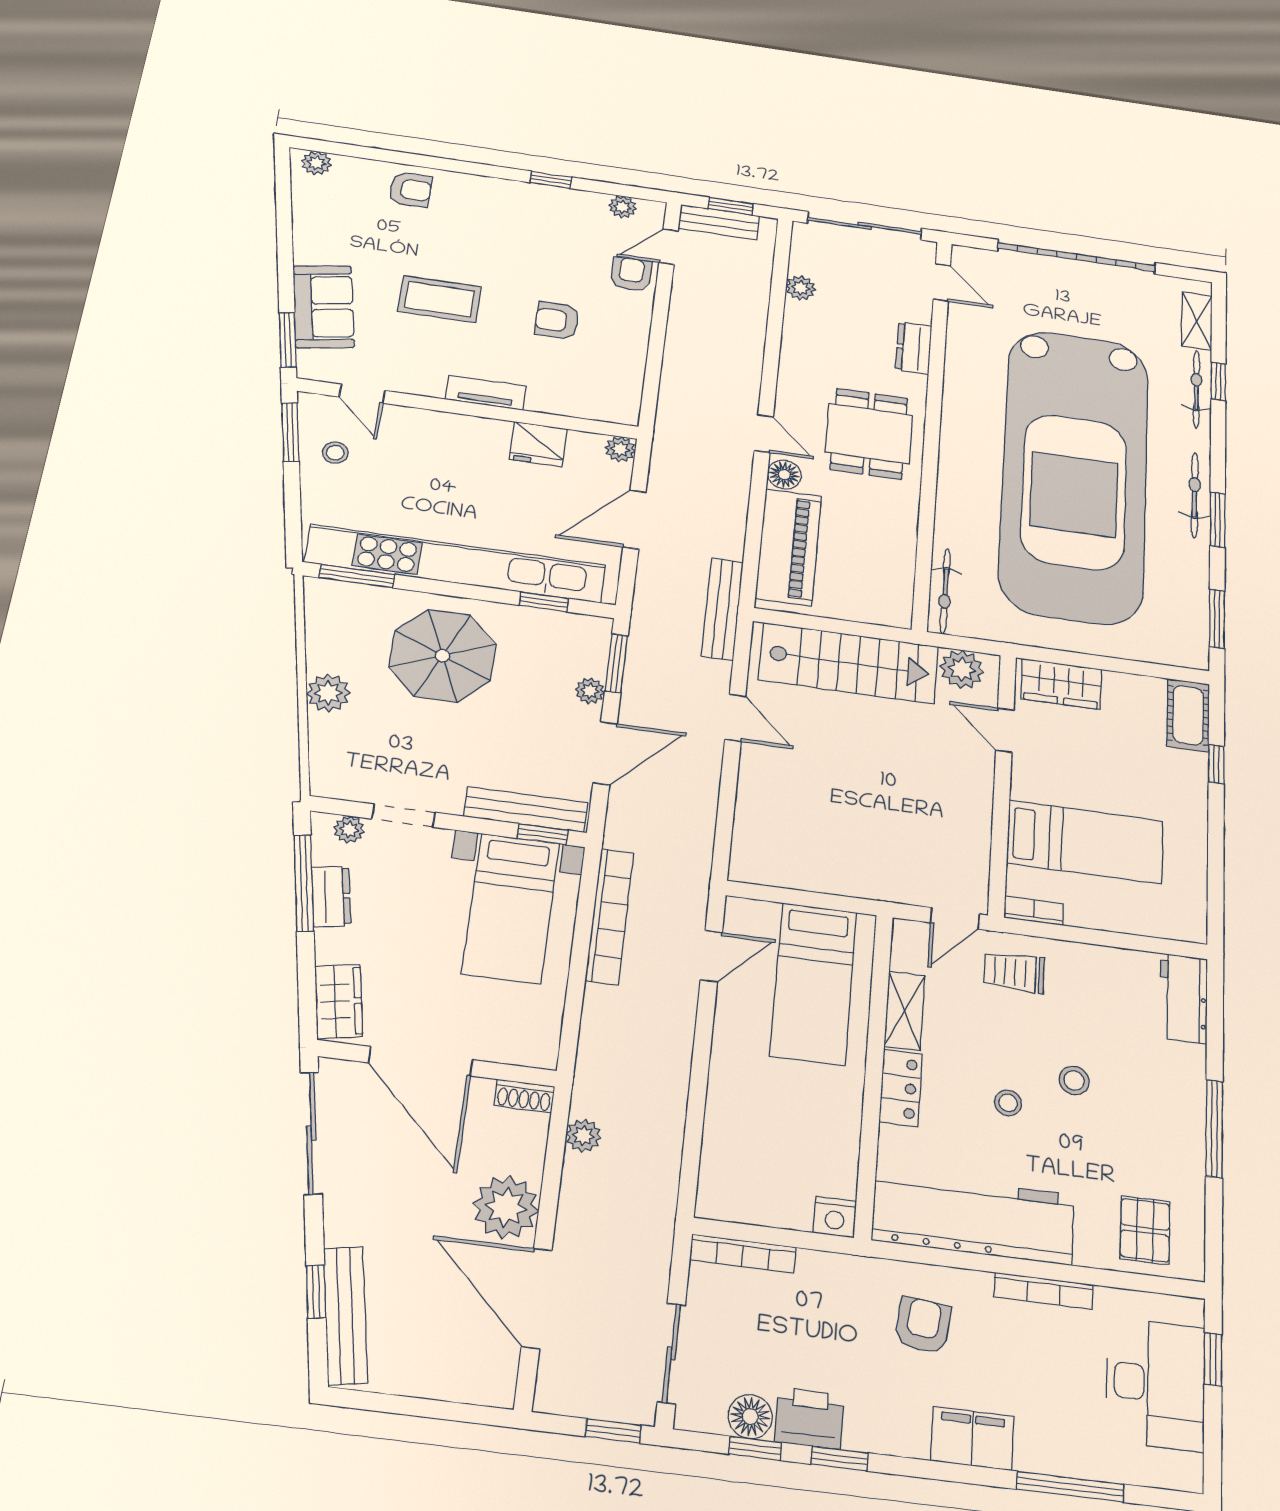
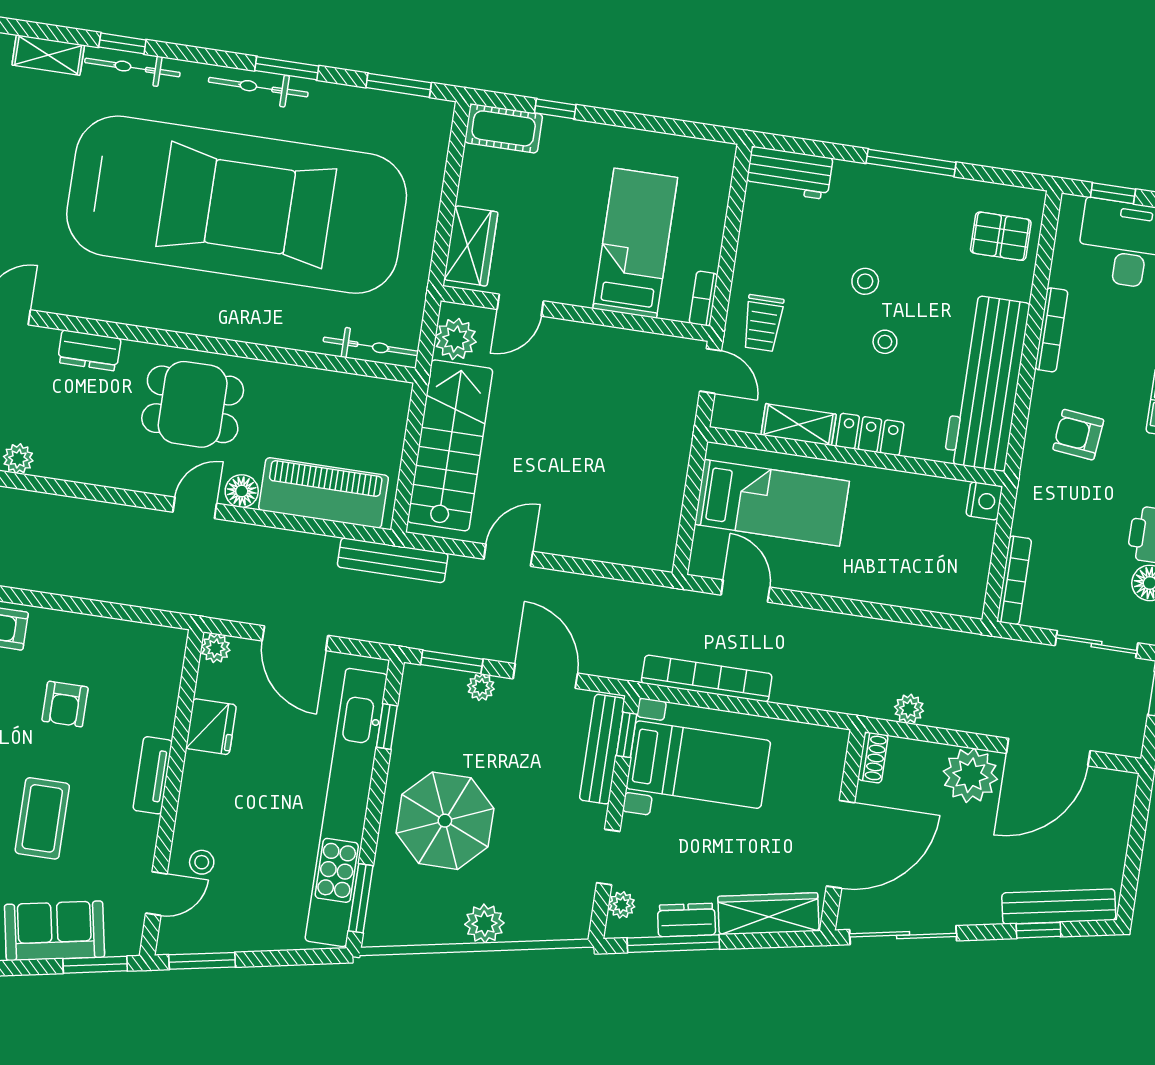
stool: (335, 453) -> (202, 862), moved
wardrobe: (339, 1001) -> (768, 914), width x1.50

